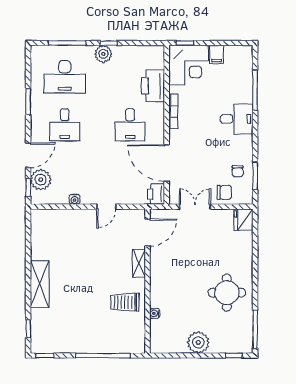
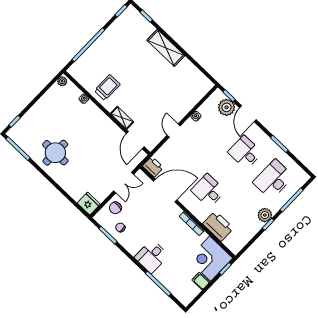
plant: (198, 342) -> (62, 81), moved, width x0.53, depth x0.53

